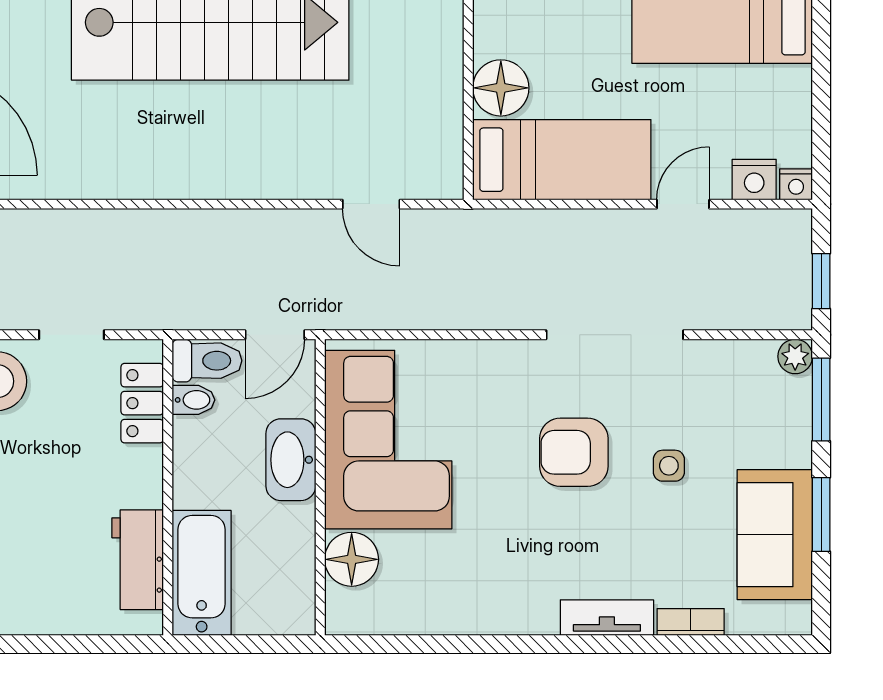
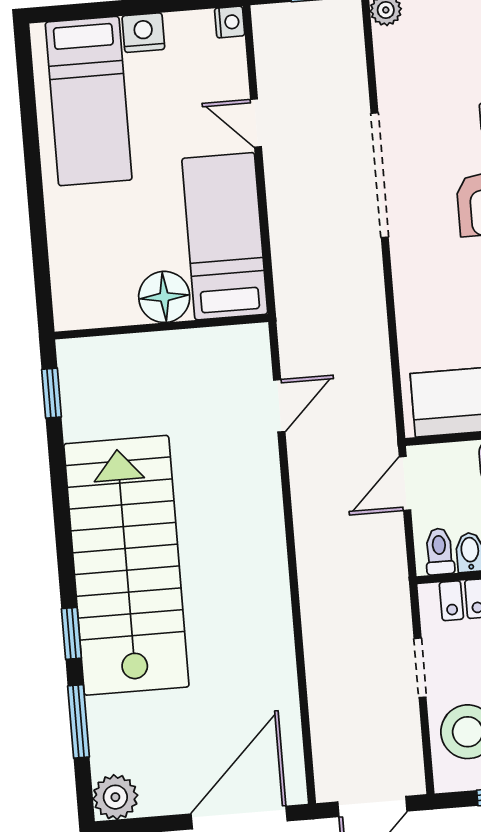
nightstand: (754, 180) -> (143, 33), moved, turned -90
door: (275, 335) -> (405, 483), swing flipped
toilet: (207, 361) -> (439, 551), width x0.73, depth x0.72

